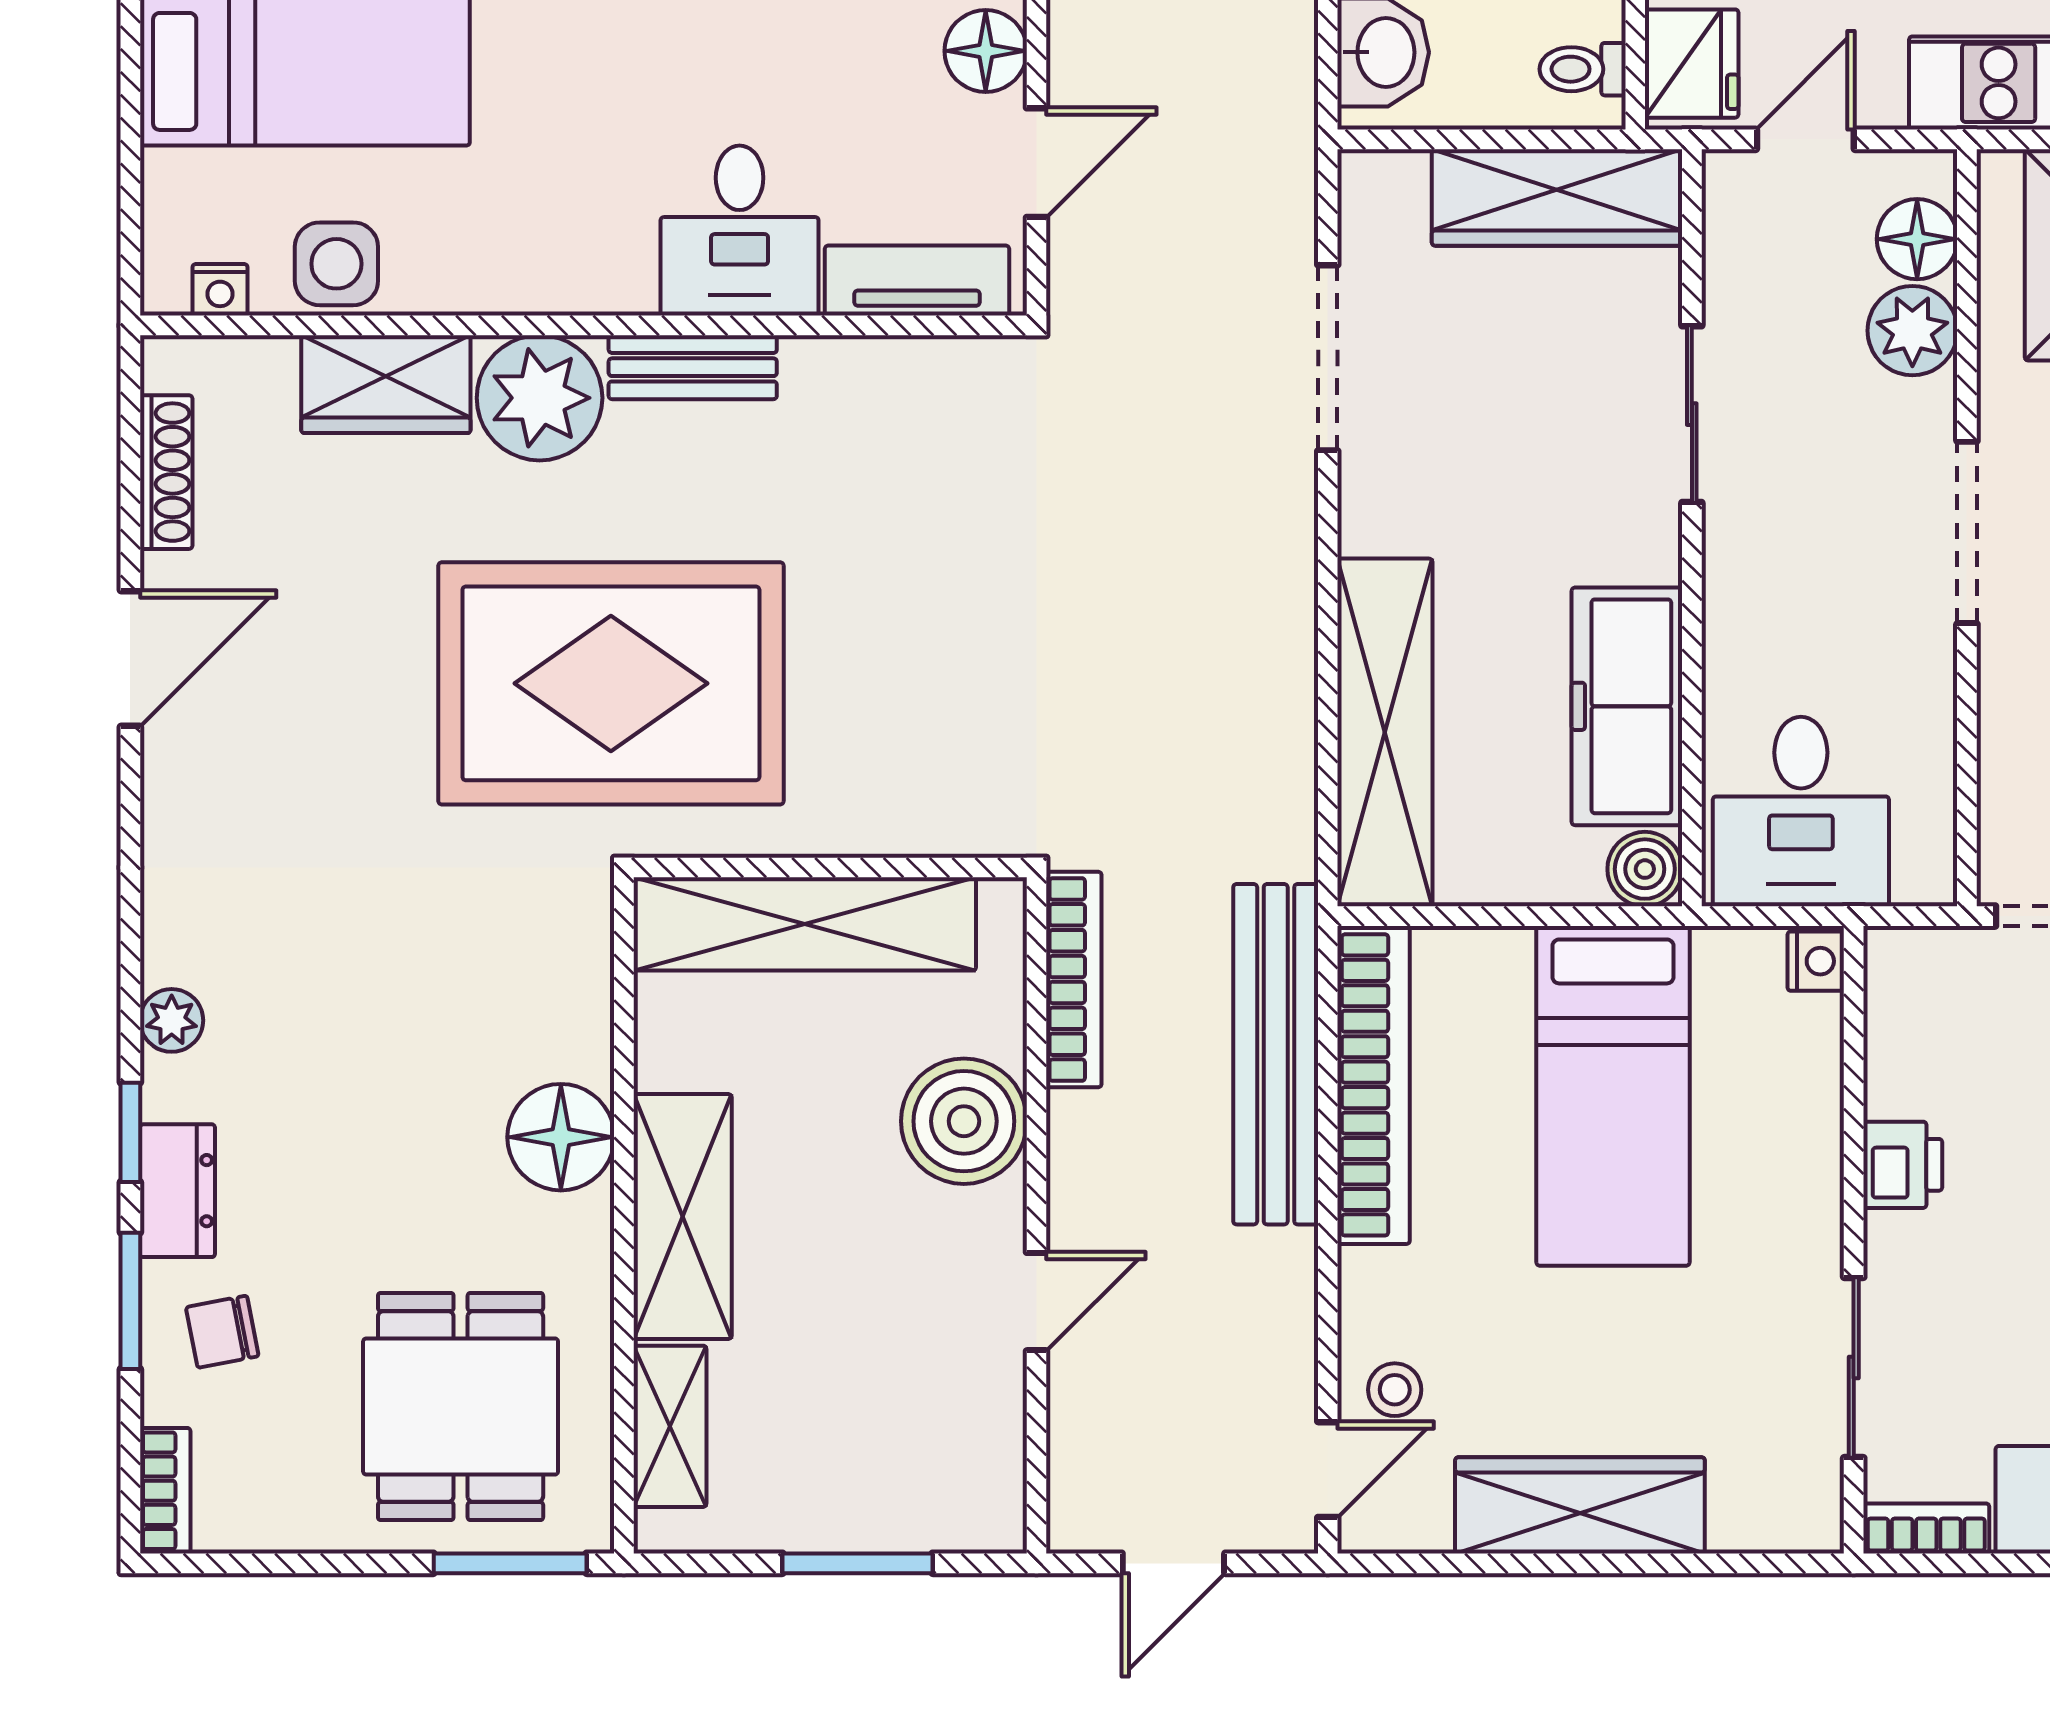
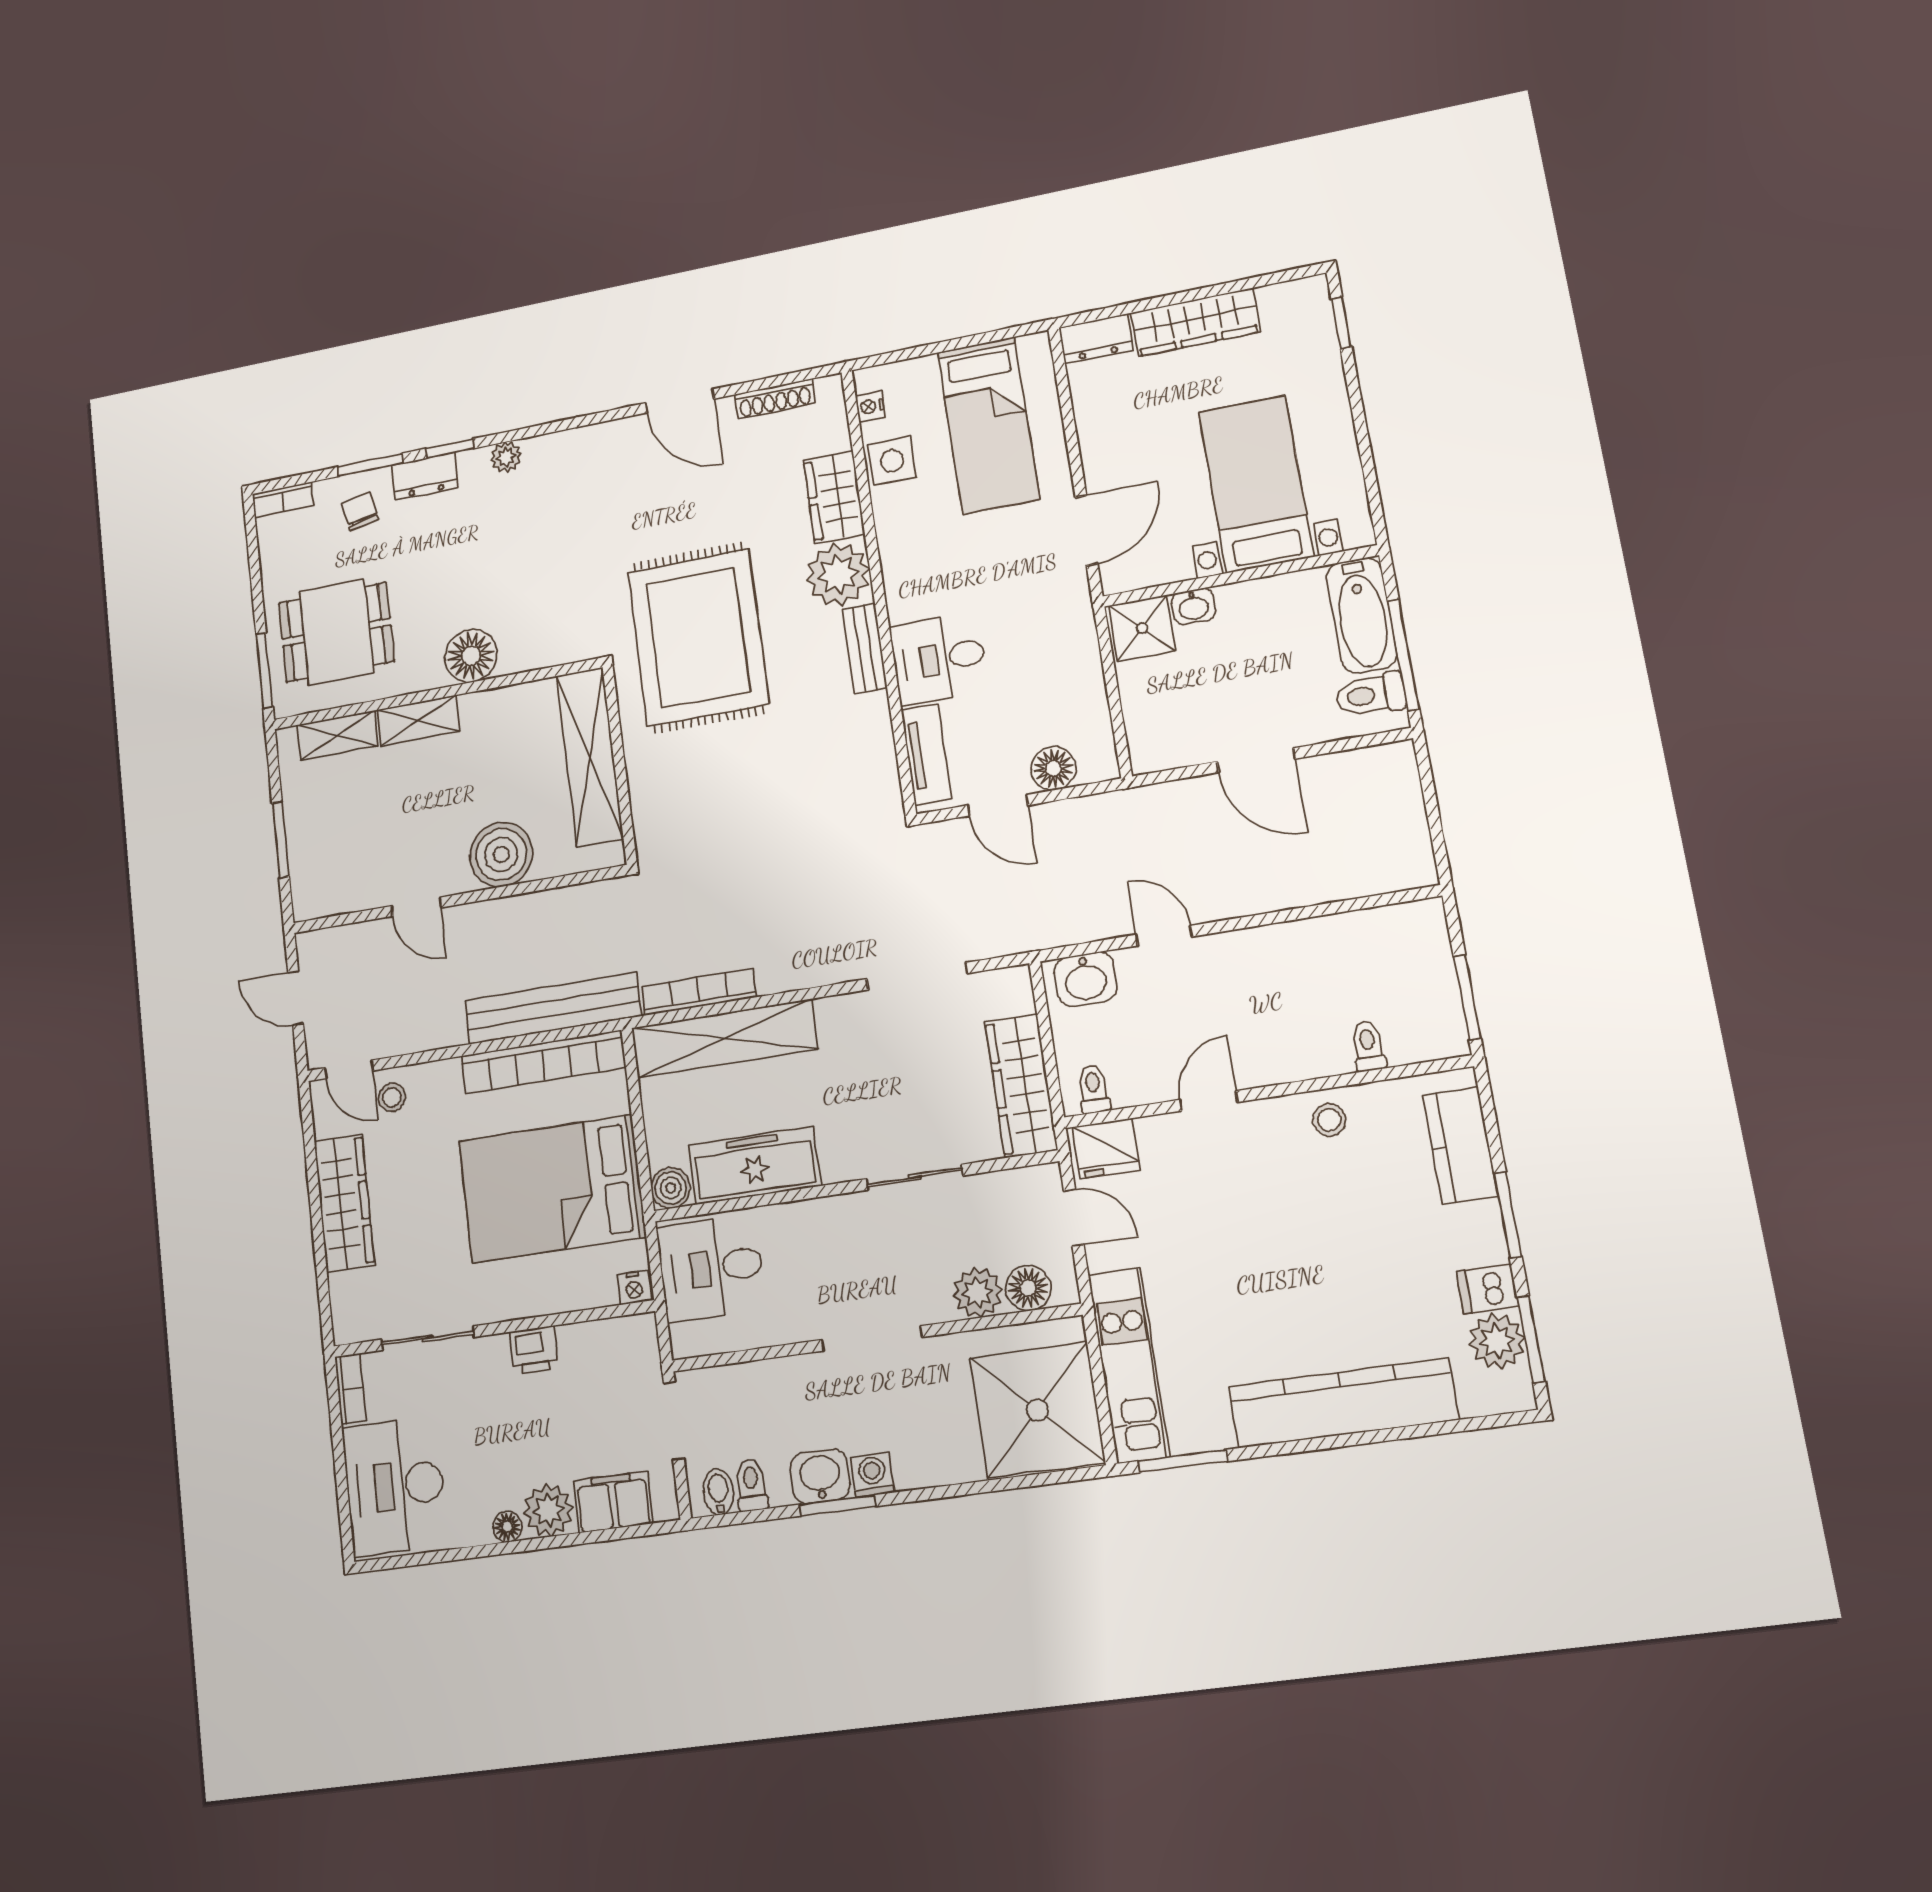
bookcase: (1074, 980) -> (699, 992), moved, turned 180
bed: (1613, 1096) -> (552, 1189), width x1.50
shelving: (683, 1216) -> (418, 720), width x0.67, depth x0.75

